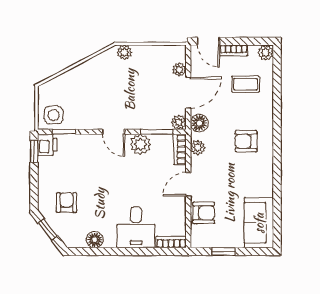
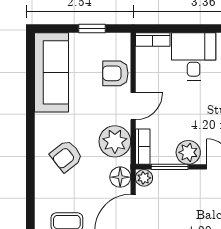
armchair: (246, 141) -> (66, 156), turned 142
plant: (198, 148) -> (115, 141), width x1.88, depth x1.88
sofa: (259, 223) -> (51, 72), width x1.36

